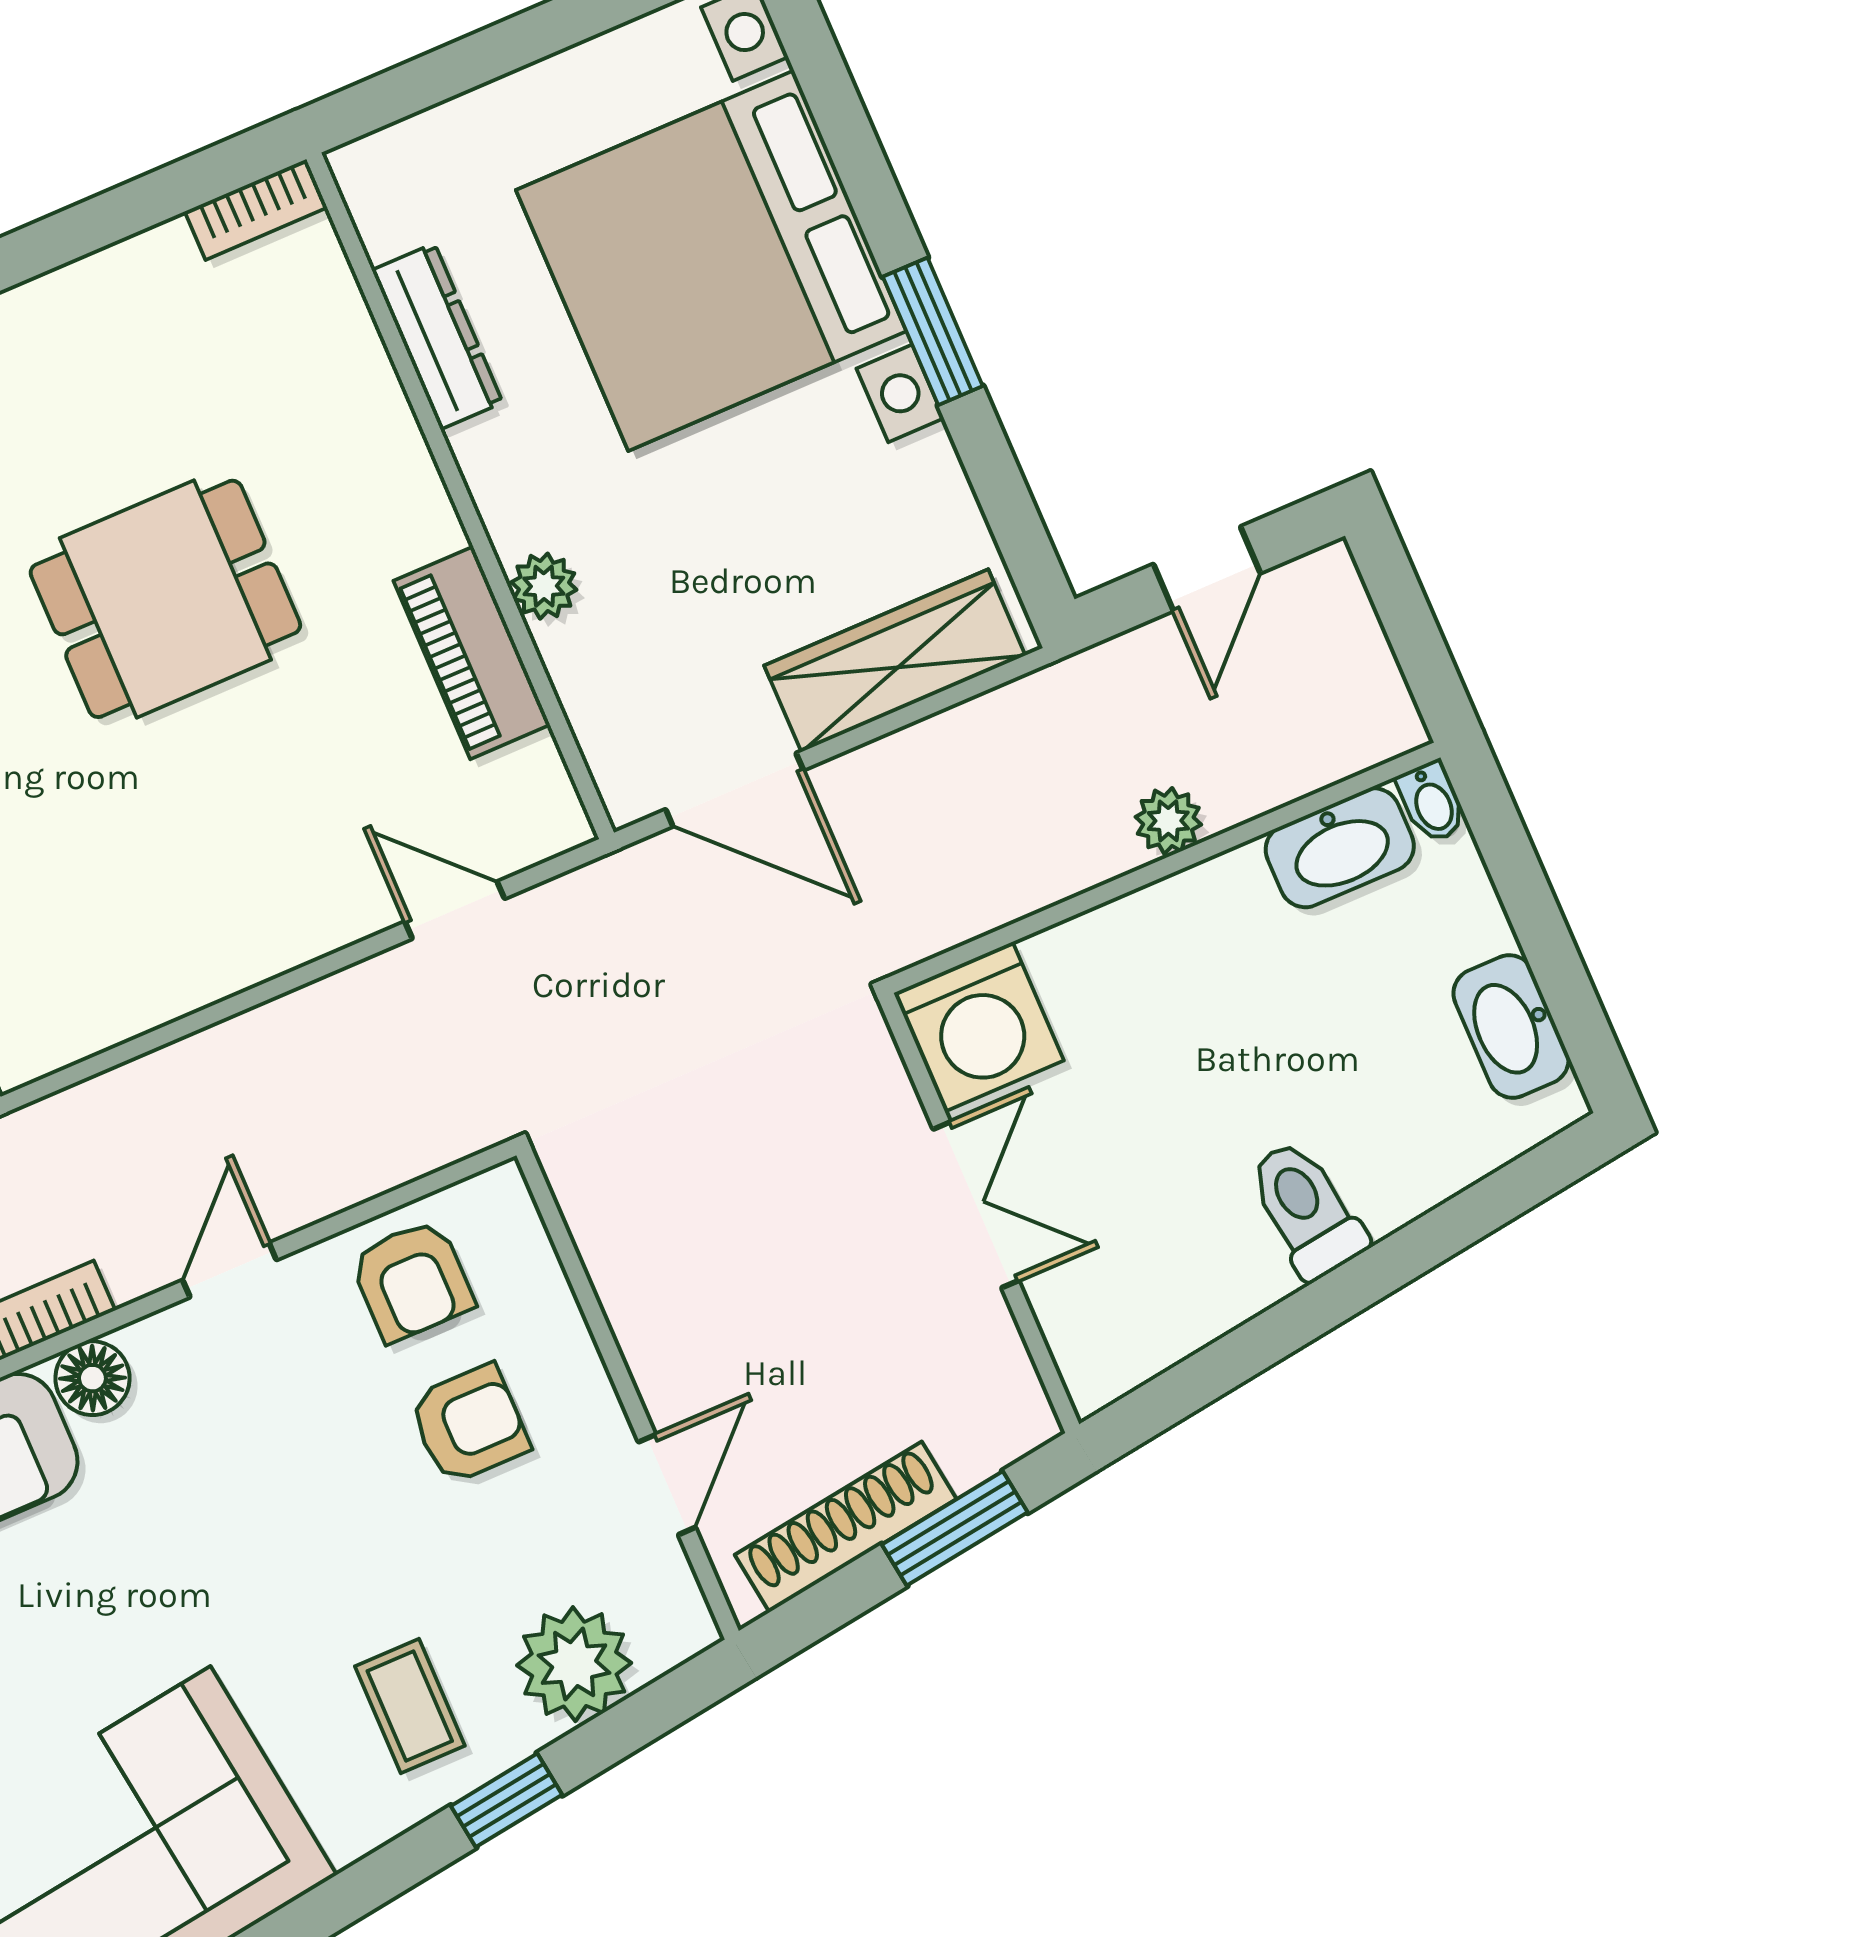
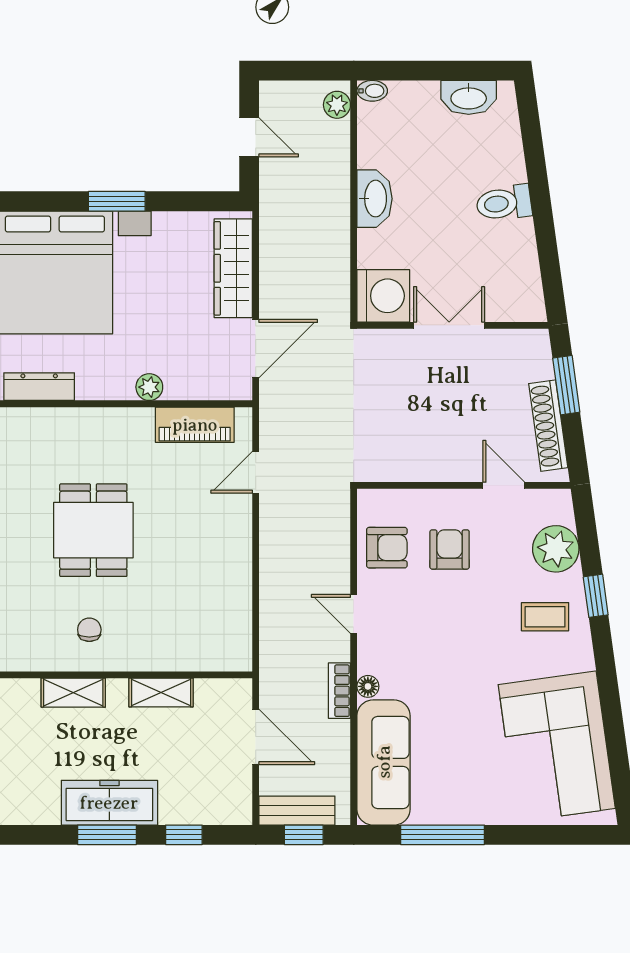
piano: (472, 653) -> (195, 425), moved
plant: (1168, 821) -> (337, 105), moved
washbasin: (1340, 848) -> (375, 199), moved
floor lamp: (92, 1378) -> (368, 686), width x0.73, depth x0.73

